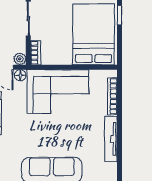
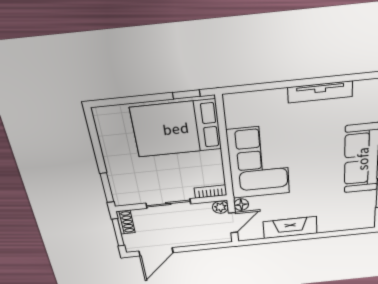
window: (119, 15) -> (186, 94), moved
bookcase: (112, 96) -> (260, 96), removed

